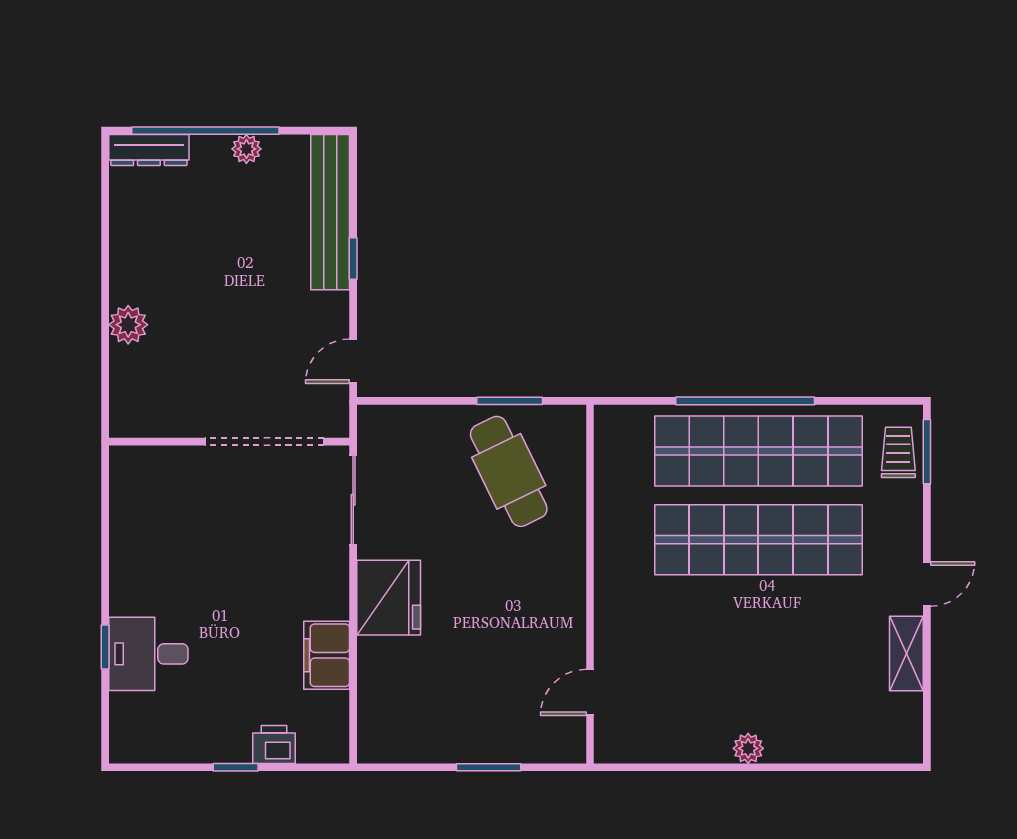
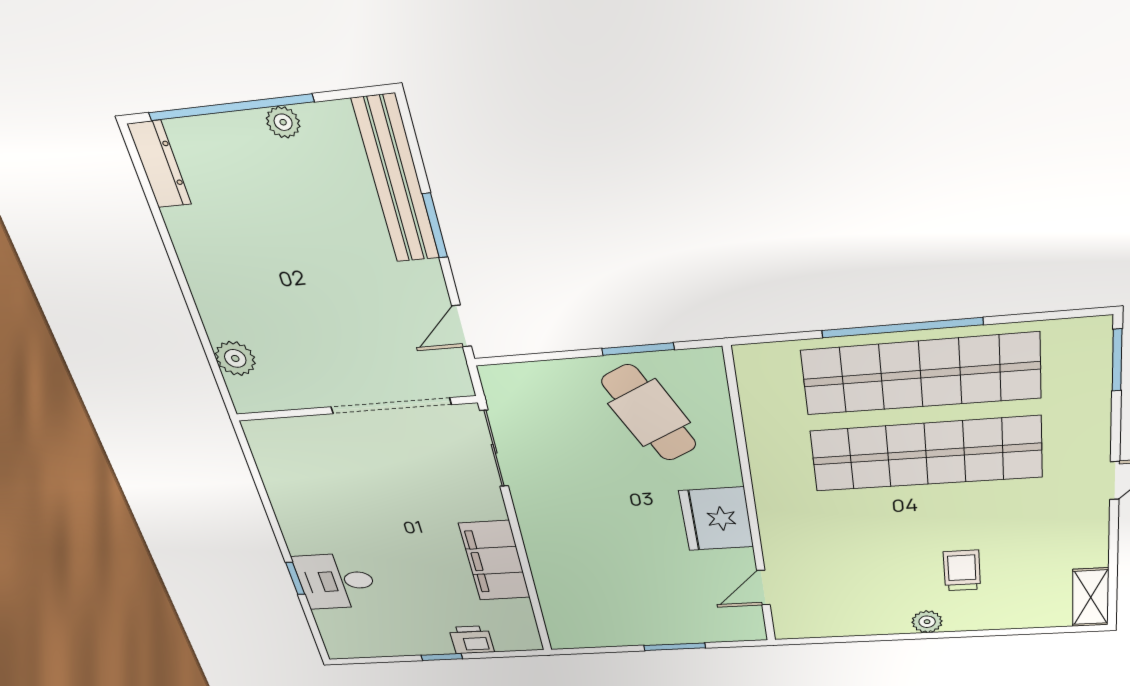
dresser: (149, 150) -> (160, 164), moved, turned -90
window: (353, 258) -> (435, 226), width x1.50
plant: (128, 325) -> (235, 358), moved
trolley: (898, 452) -> (962, 571), moved
fridge: (389, 598) -> (716, 519), moved, turned 180
shelving: (906, 654) -> (1091, 597), moved
filing cabinet: (327, 655) -> (495, 561), width x1.50, depth x1.17

